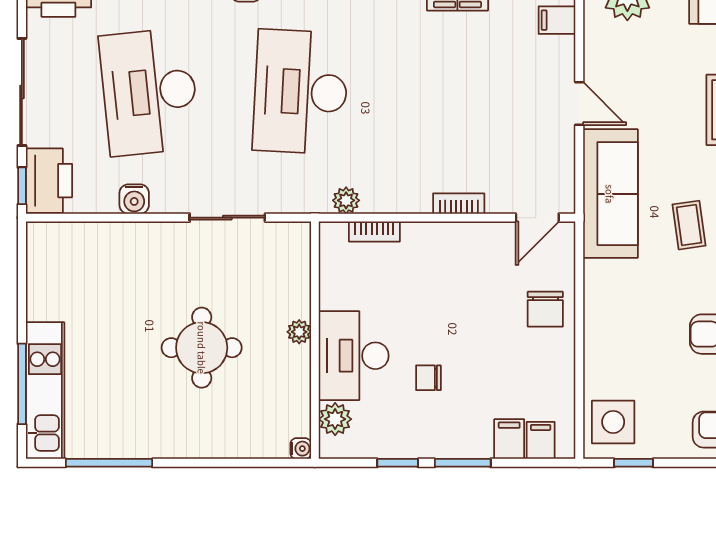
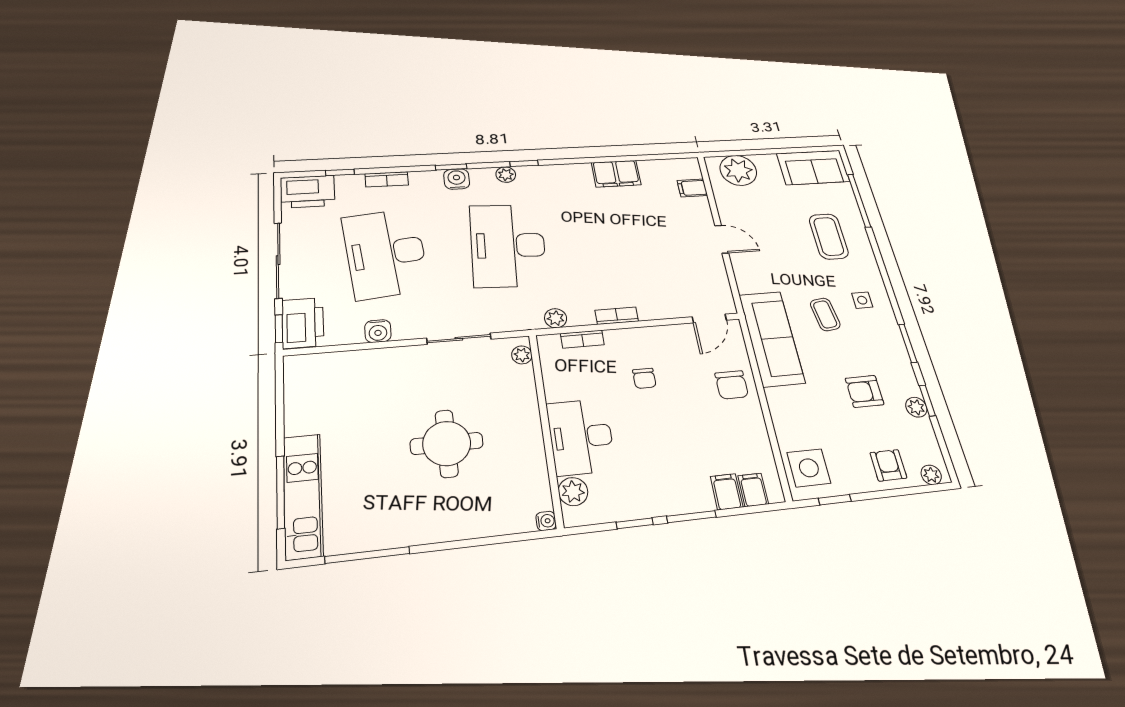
sofa: (610, 194) -> (772, 338), moved
bookcase: (459, 204) -> (617, 316), moved
plant: (299, 332) -> (522, 355), moved
chair: (428, 378) -> (644, 378), moved, turned -90

